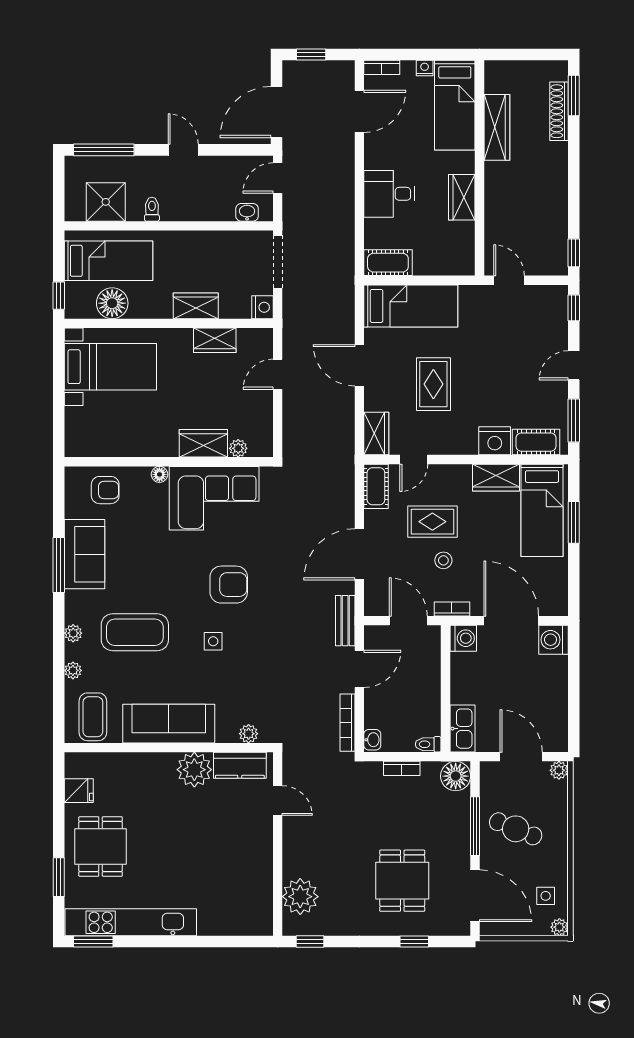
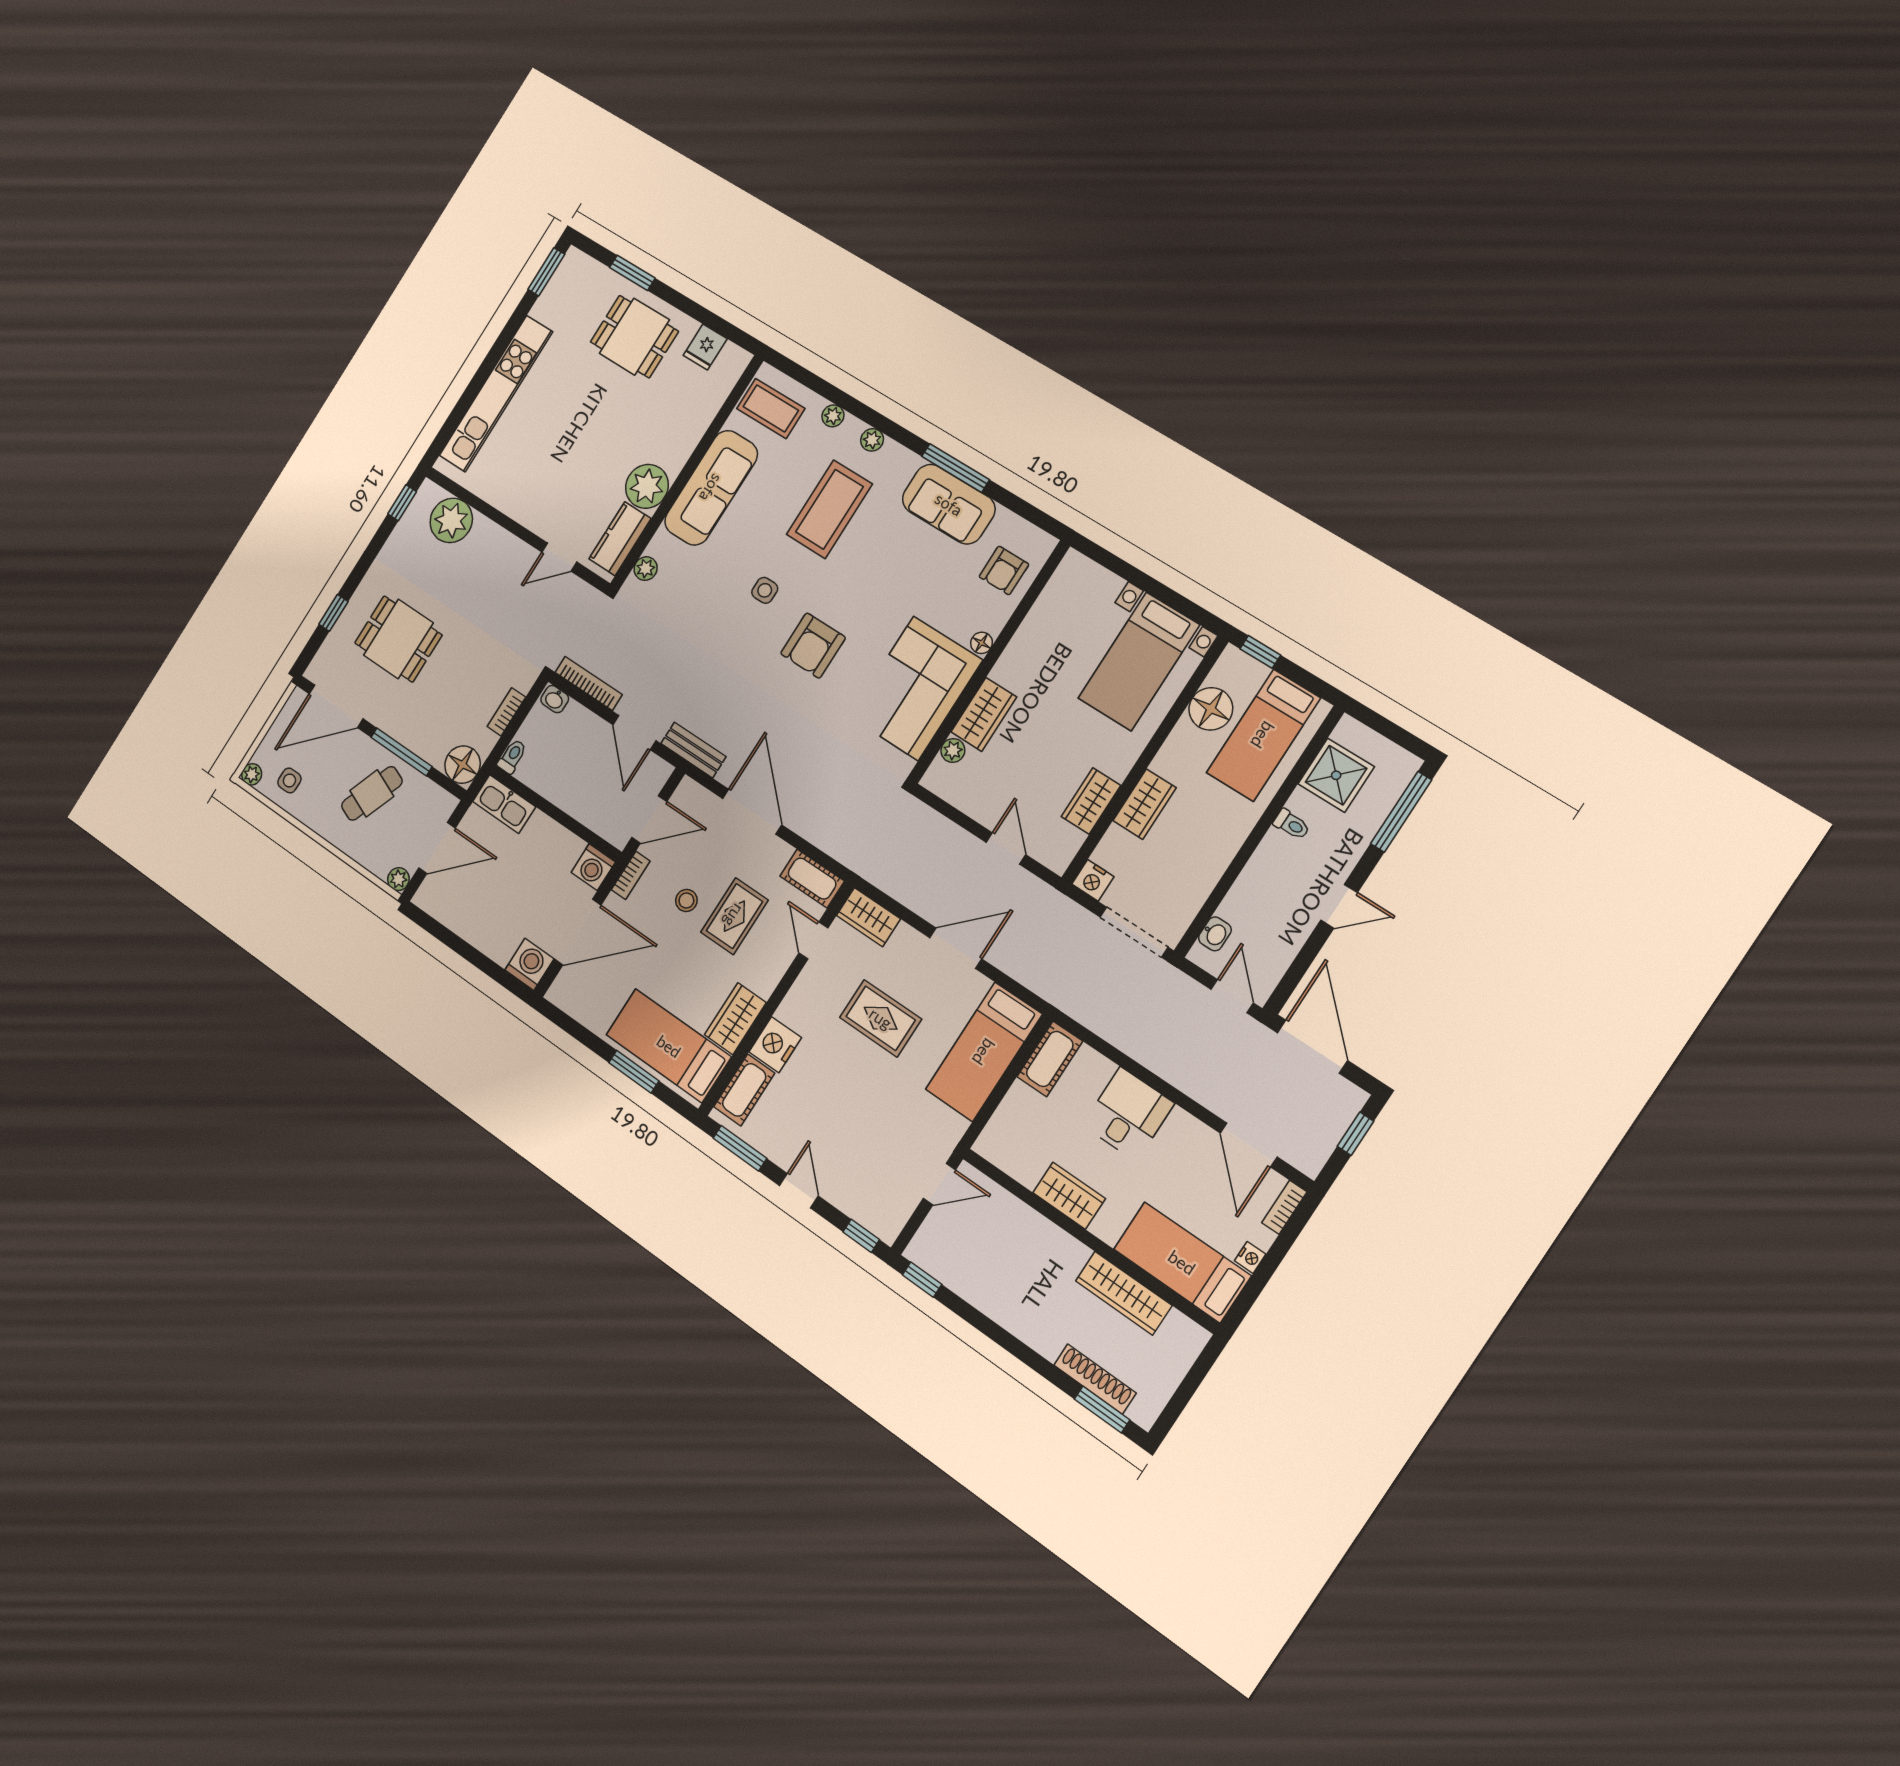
kitchen unit: (131, 922) -> (496, 394), moved

